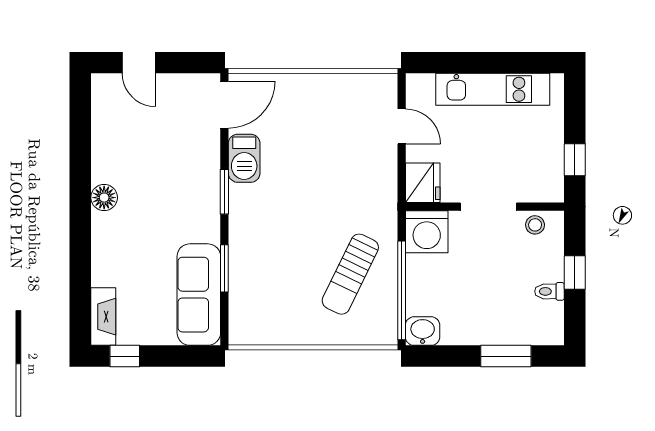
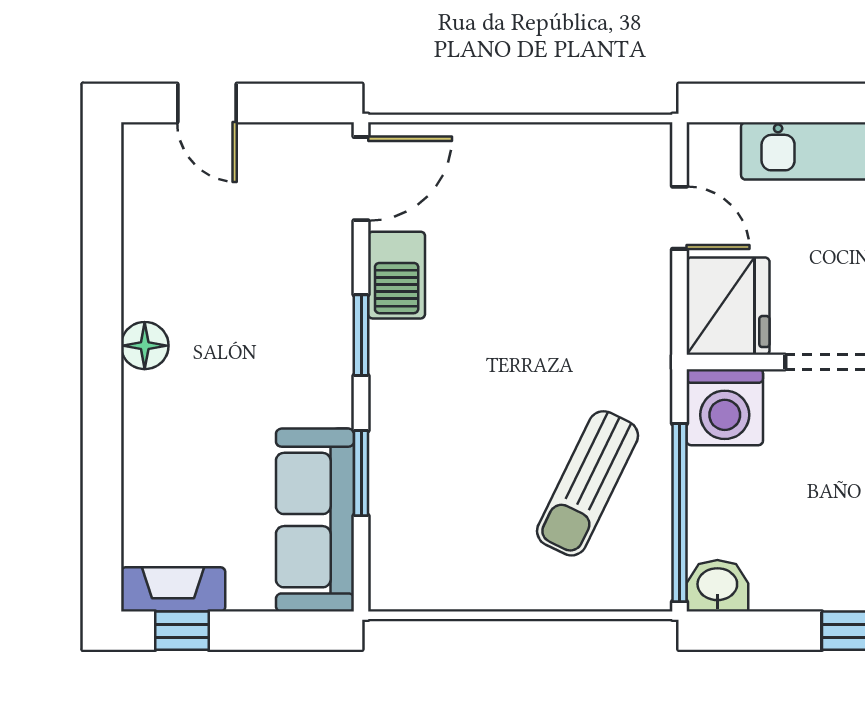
fridge: (423, 183) -> (728, 306), width x1.36, depth x1.34
fireplace: (103, 317) -> (173, 589), moved, turned -90

